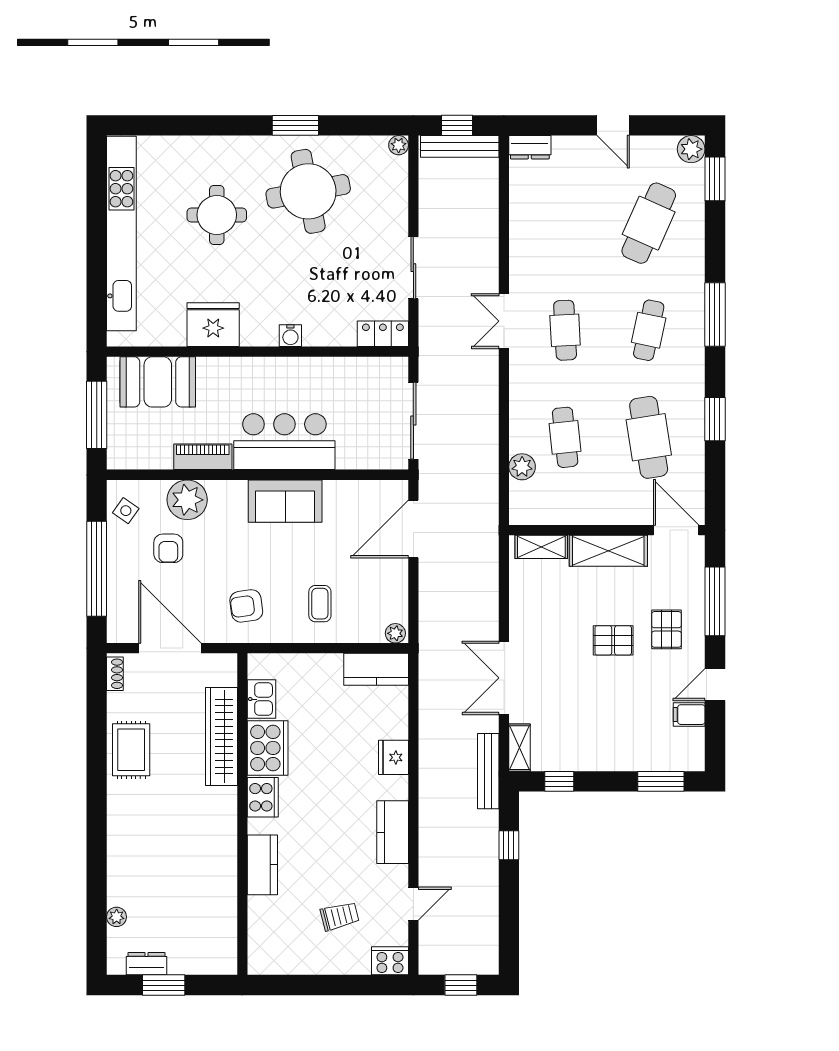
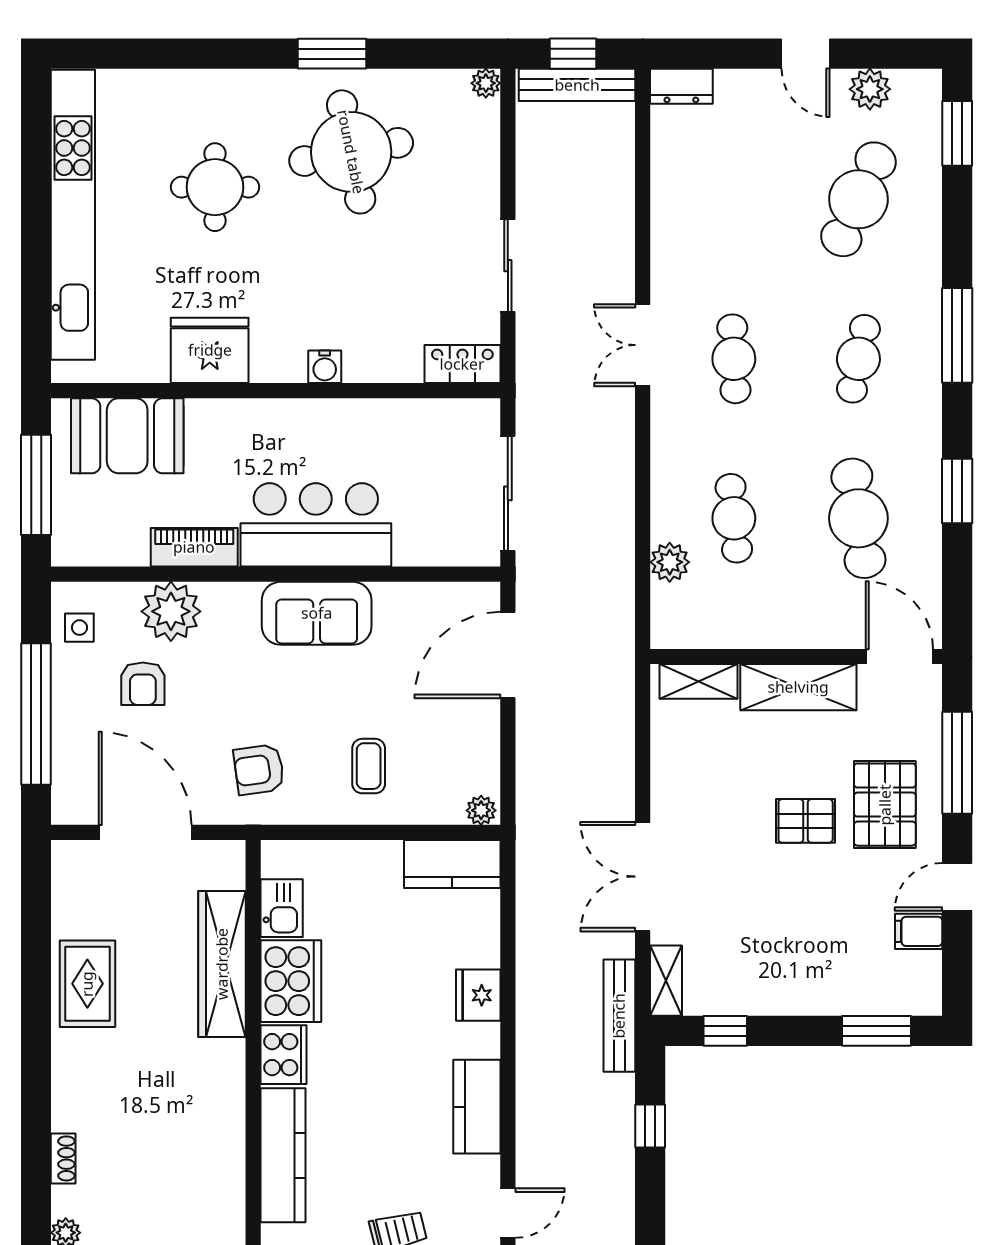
plant: (691, 149) -> (870, 89), moved
side table: (126, 511) -> (79, 628), turned -35
pallet: (666, 629) -> (885, 805), width x1.50, depth x1.42
shoe rack: (115, 674) -> (63, 1158), moved
kitchen counter: (262, 865) -> (283, 1155), width x1.50

